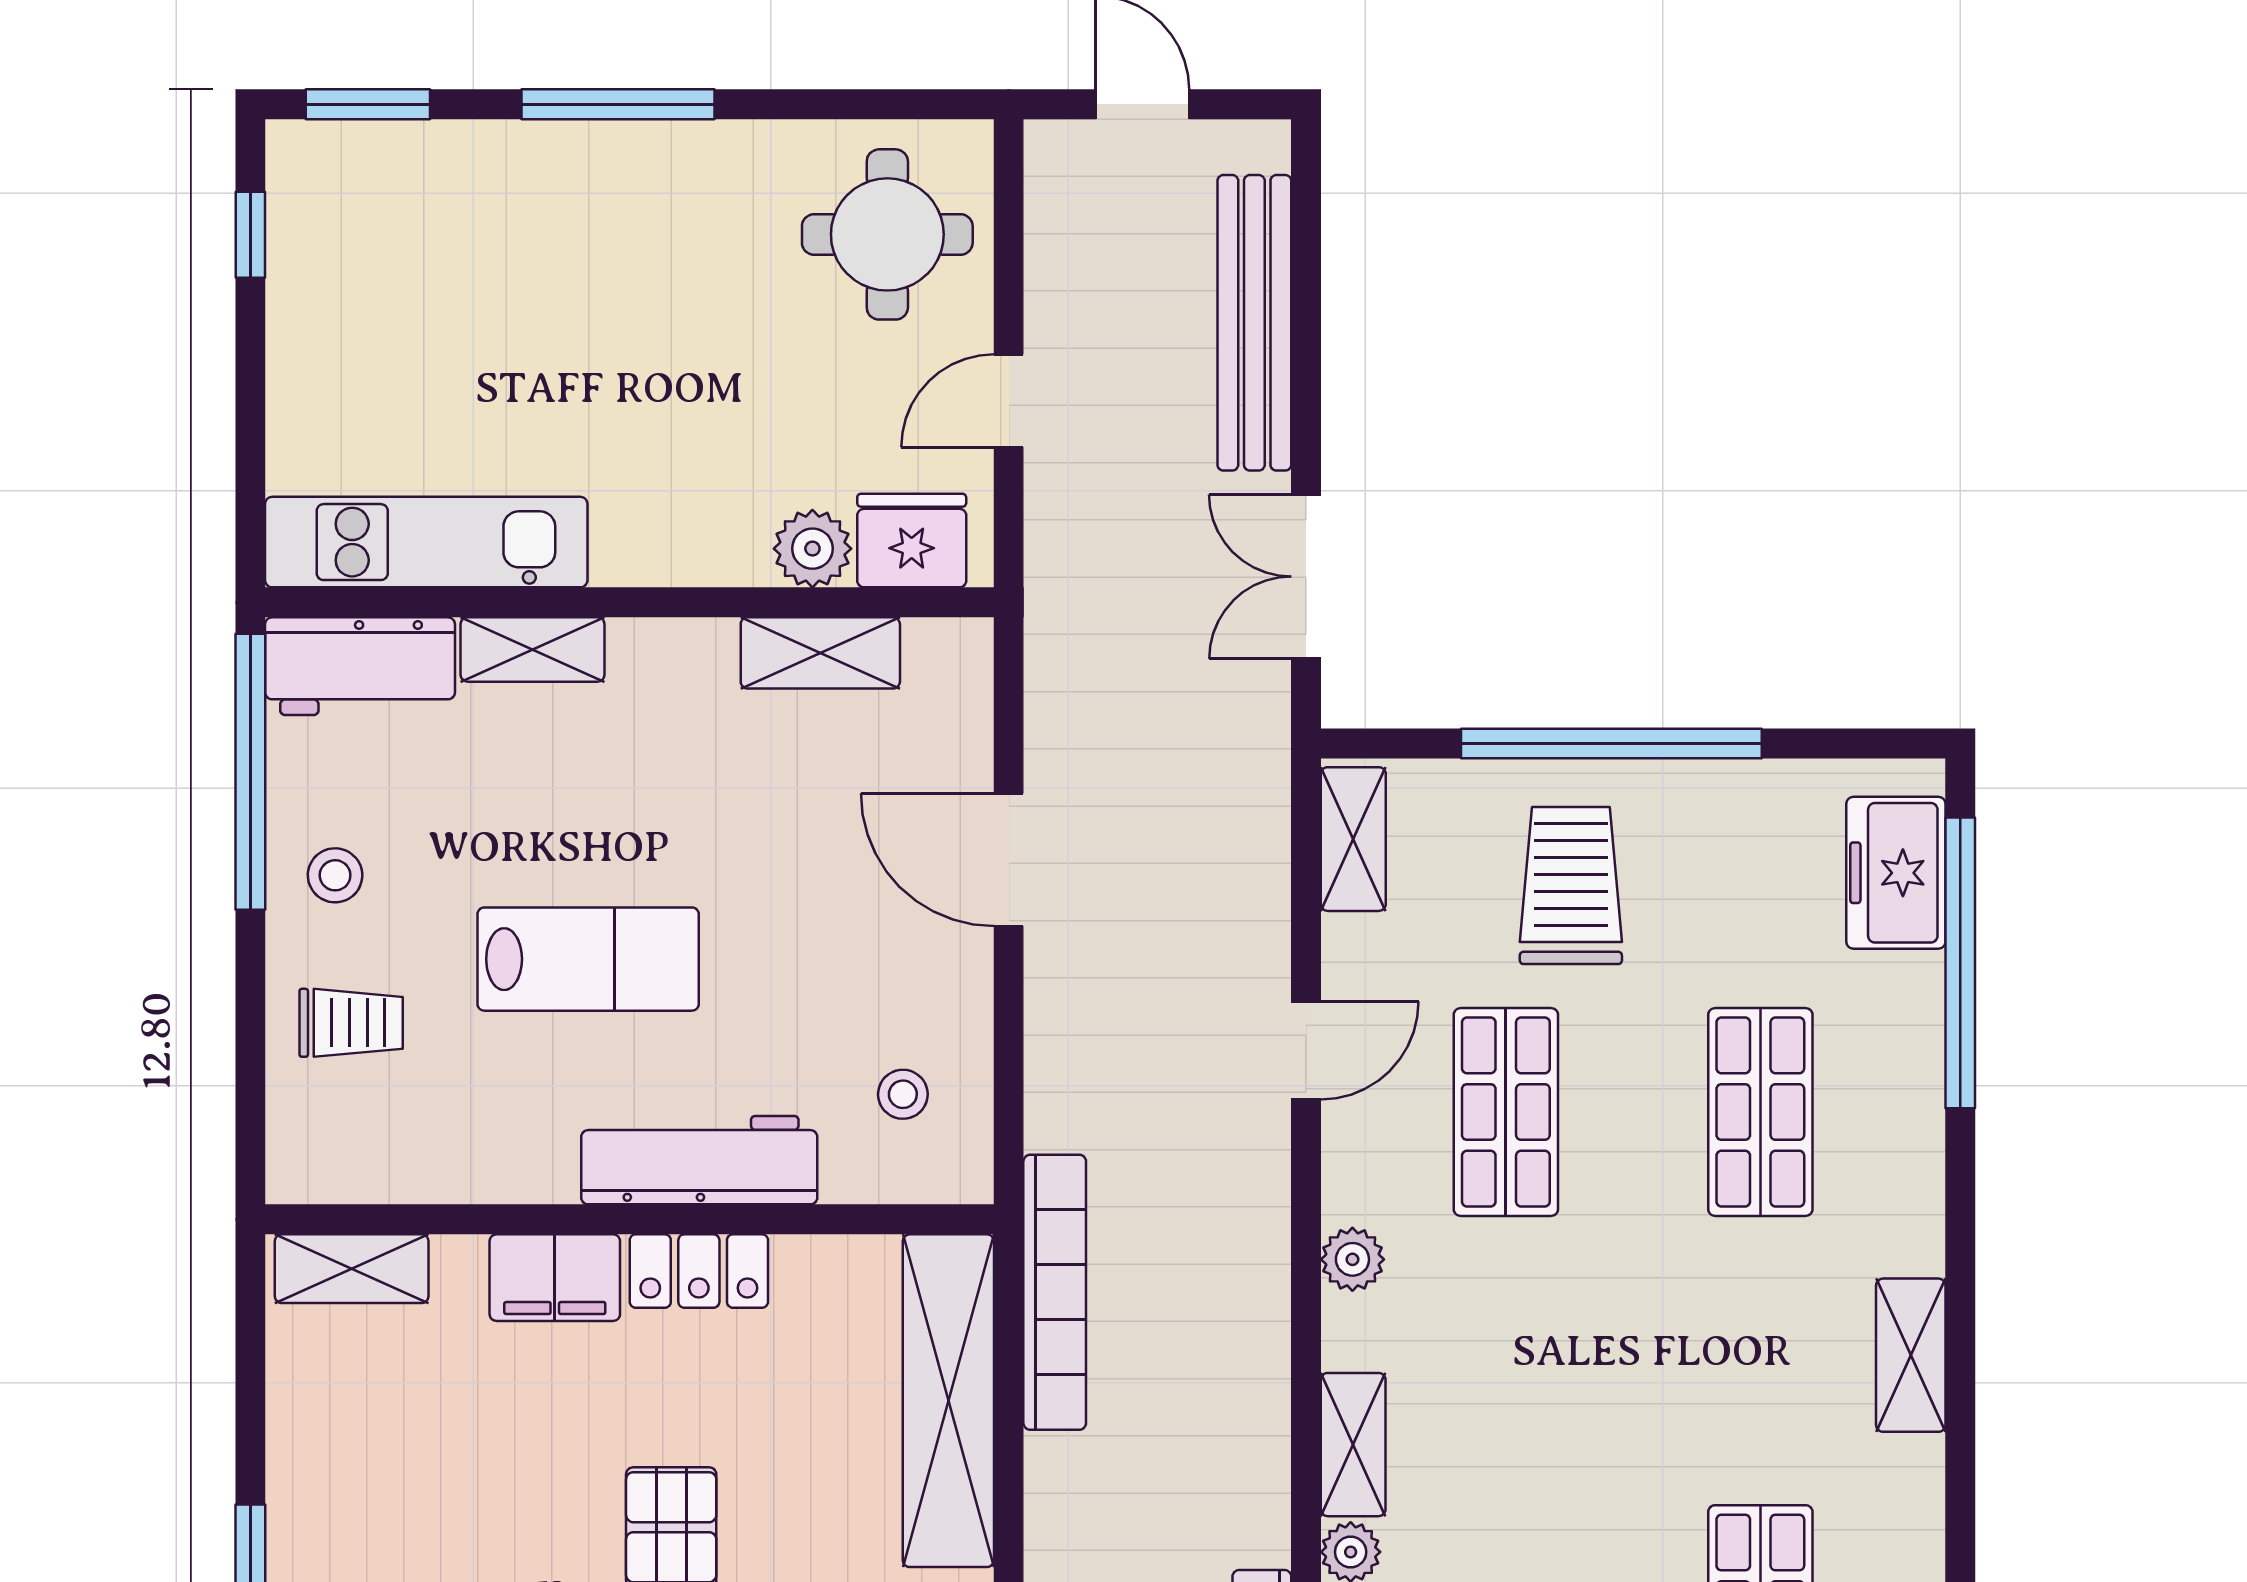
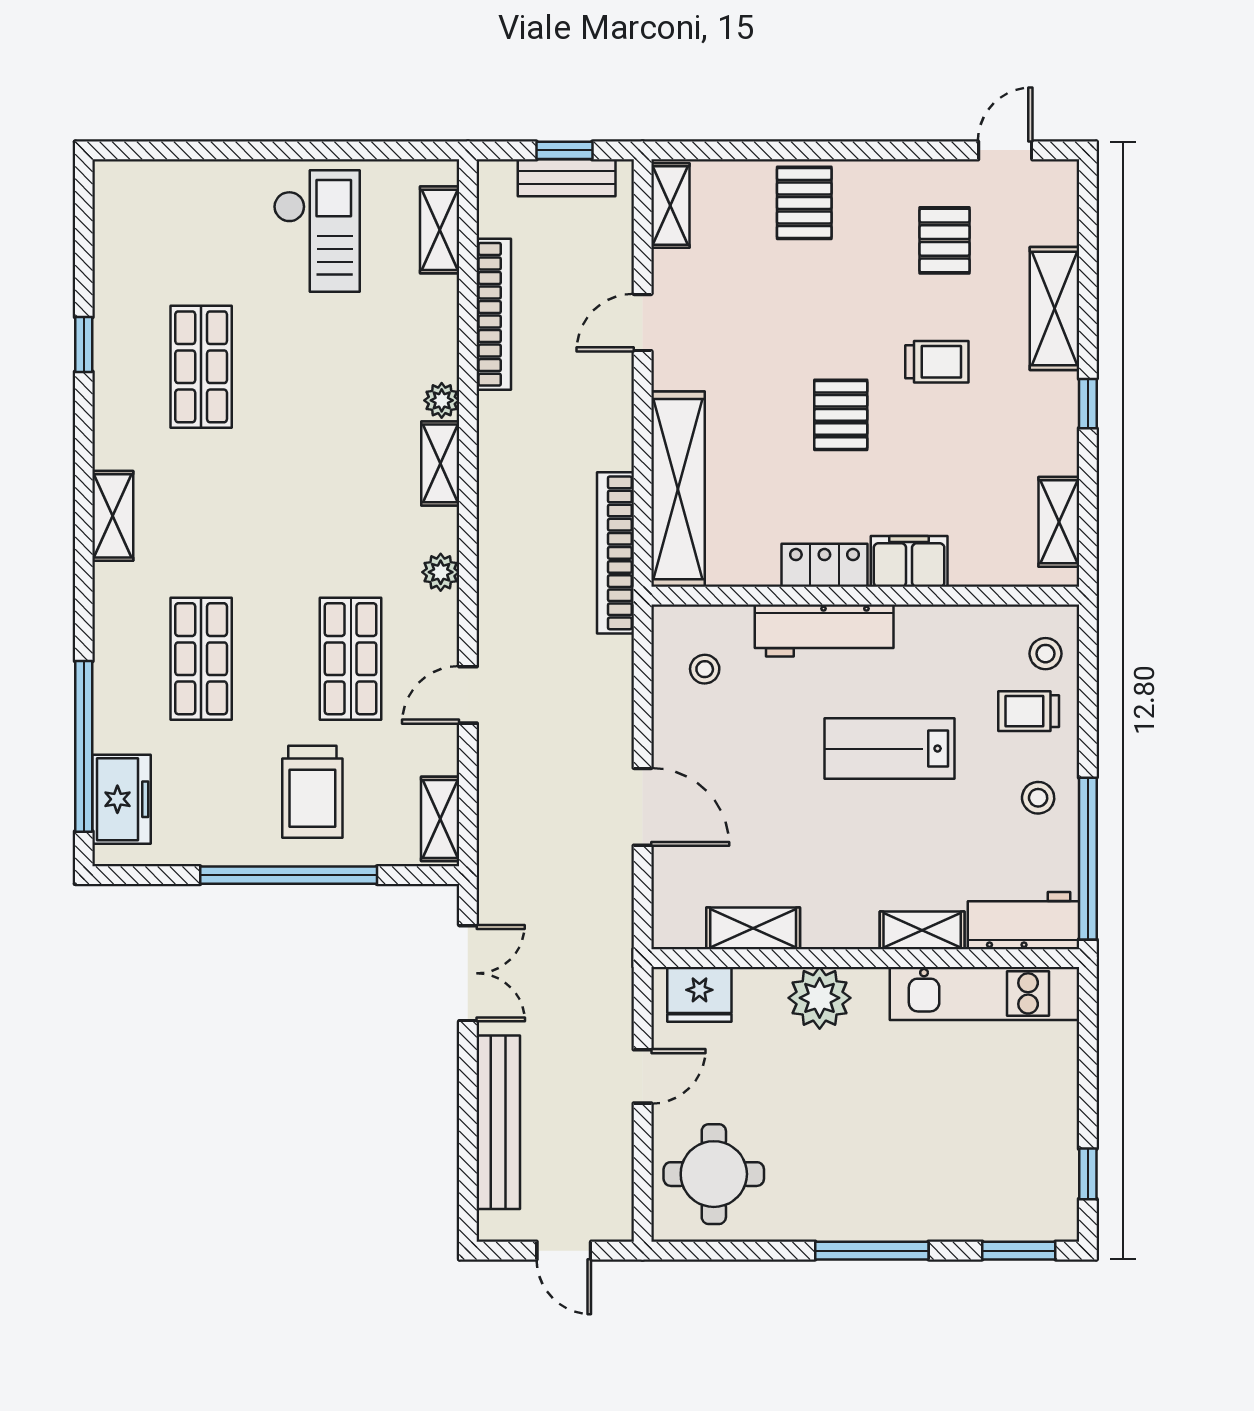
plant: (812, 549) -> (820, 998), moved, width x1.36, depth x1.36
stool: (322, 1121) -> (1045, 654), added
shelving: (352, 1269) -> (1059, 522), moved, turned 90

